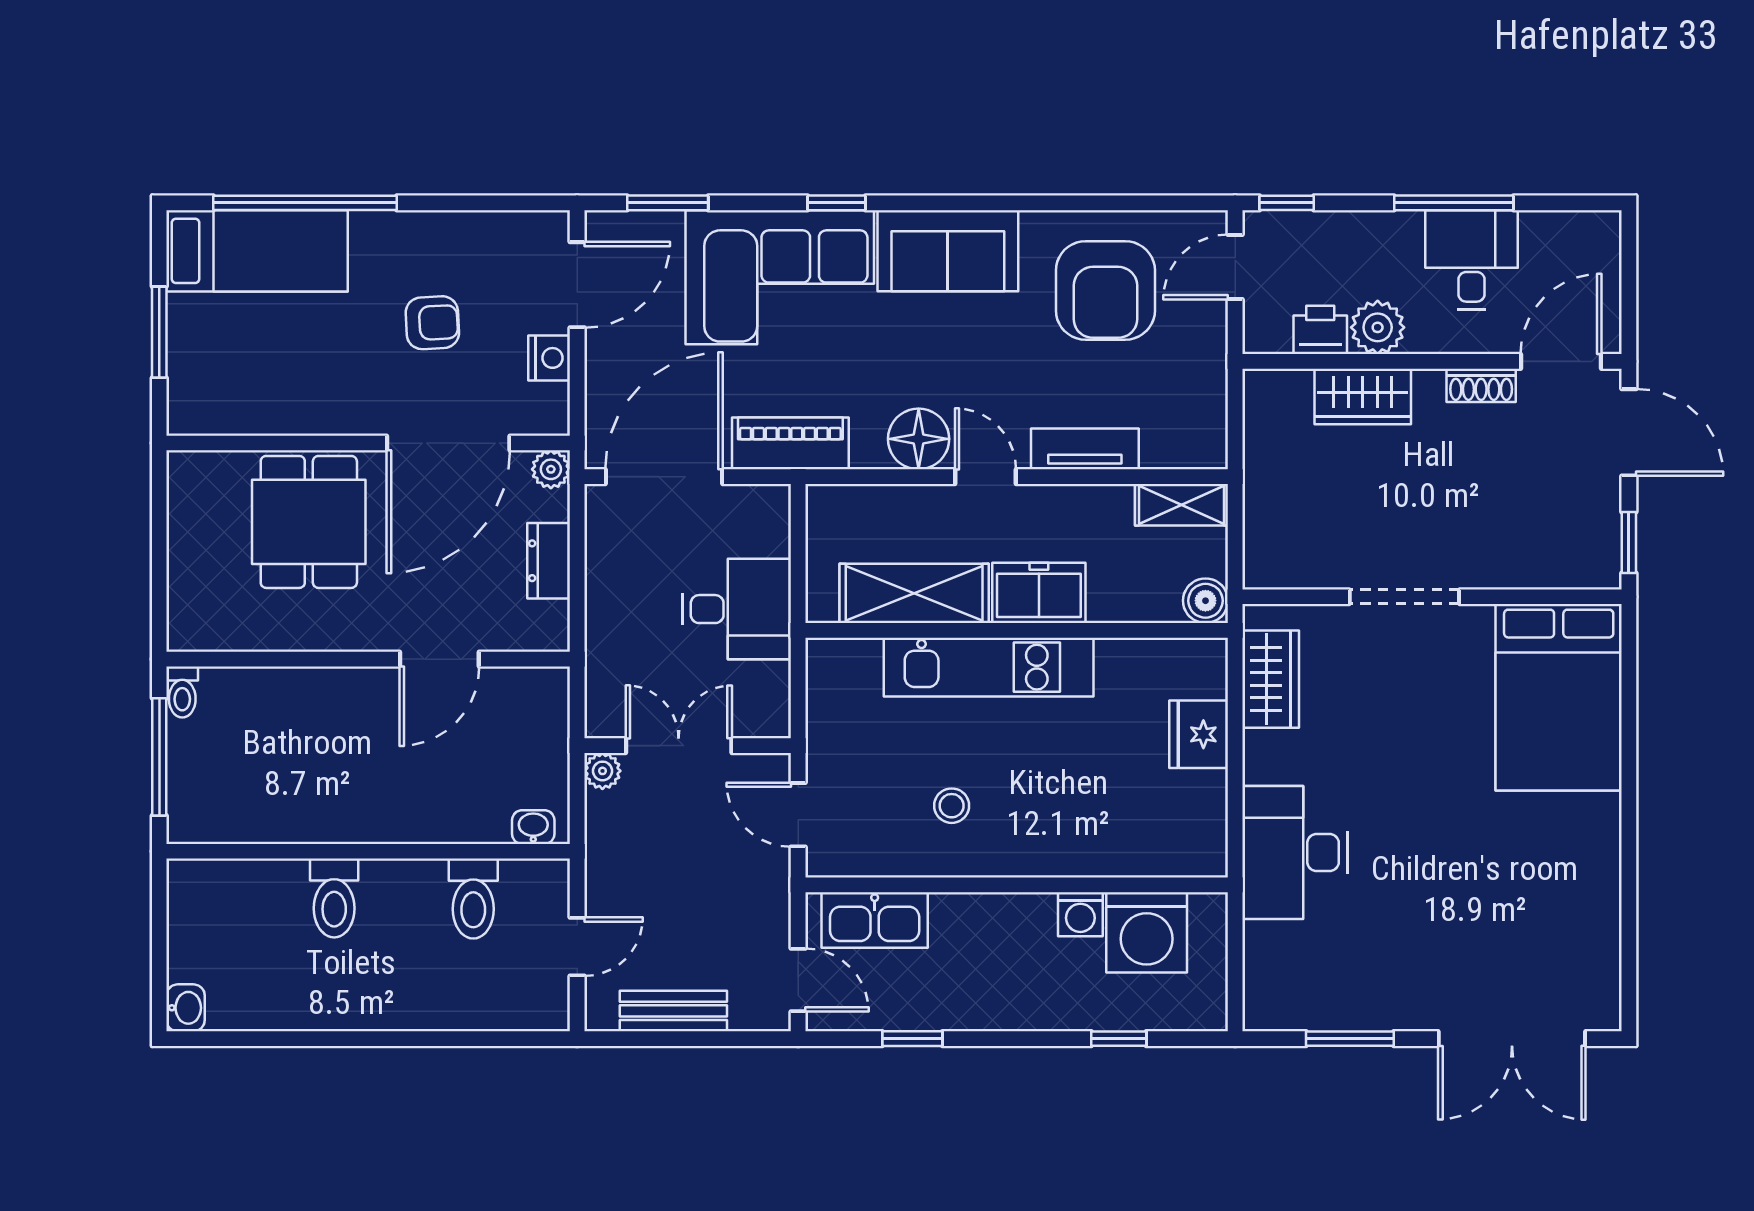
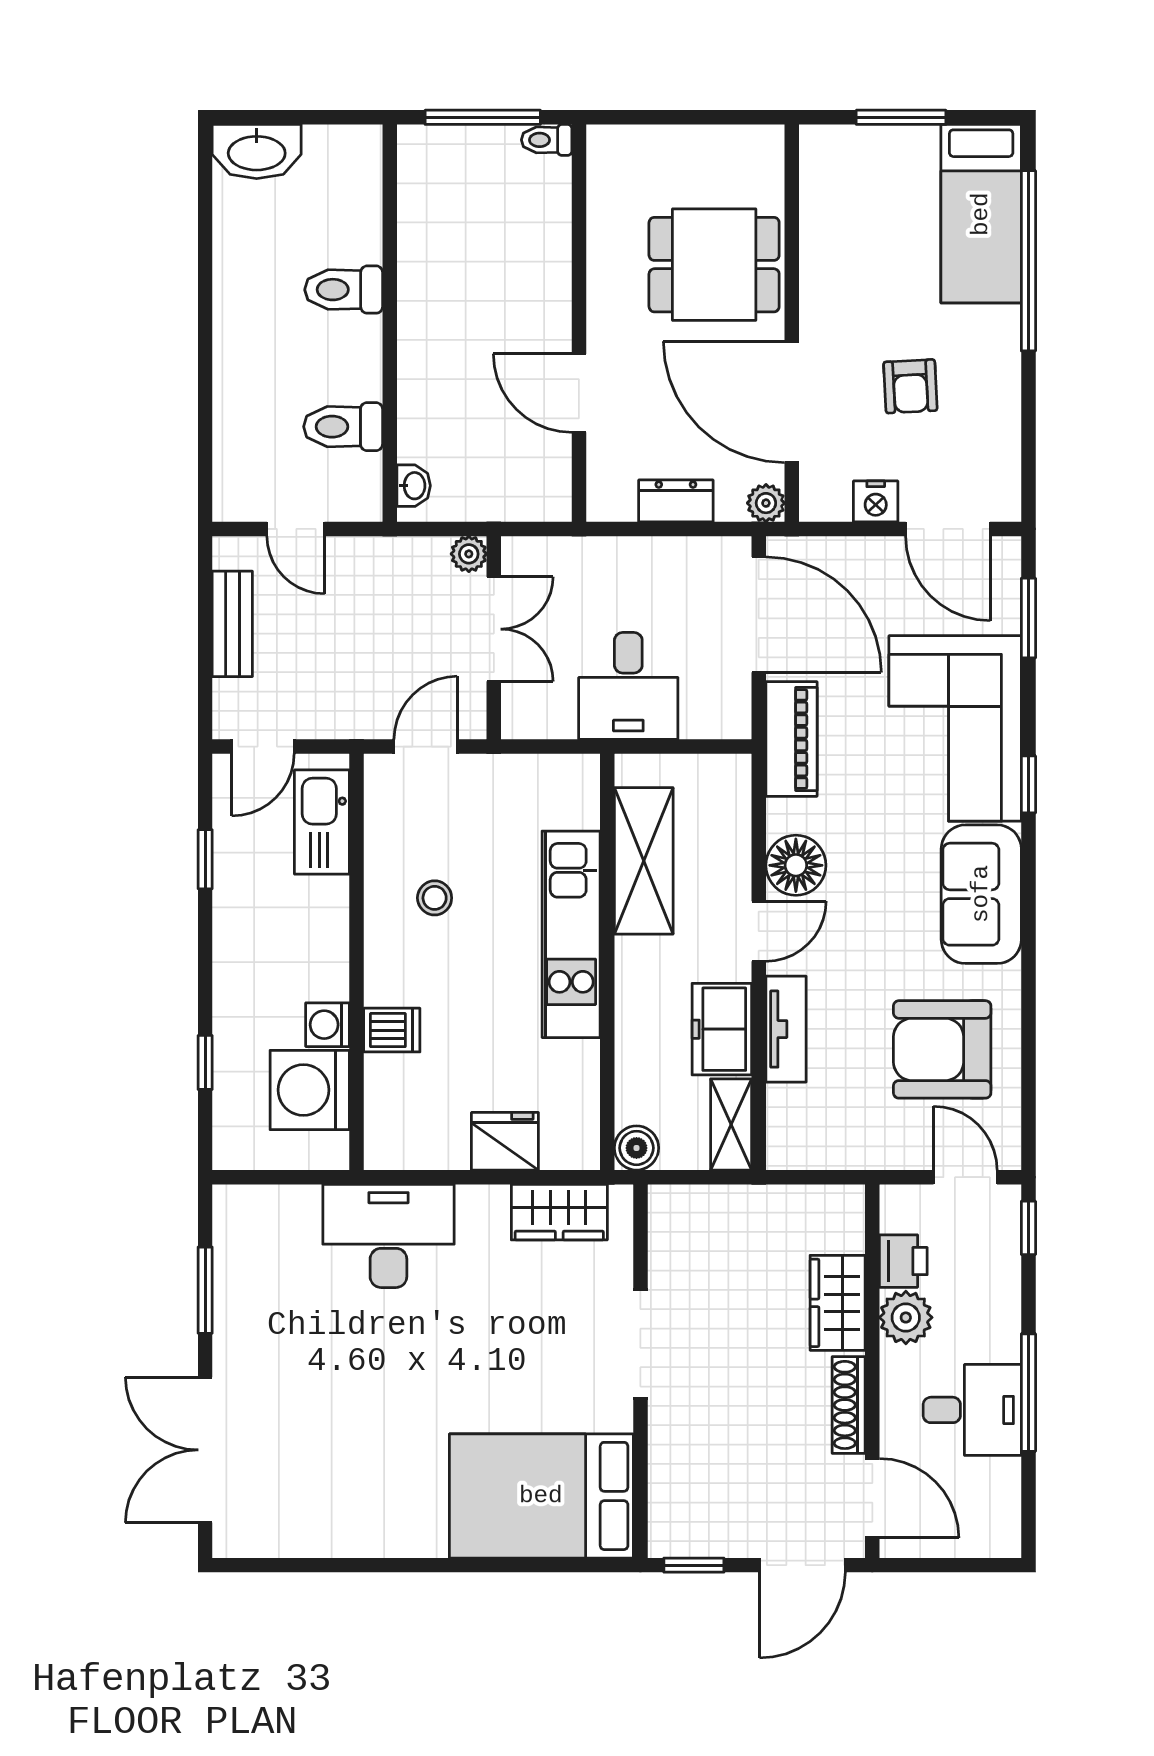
shoe rack: (1481, 385) -> (849, 1405), width x1.43
freezer: (1039, 593) -> (722, 1029), moved, turned 180
dishwasher: (1086, 849) -> (392, 1030), added
washbasin: (186, 1008) -> (257, 152), width x1.91, depth x1.45

